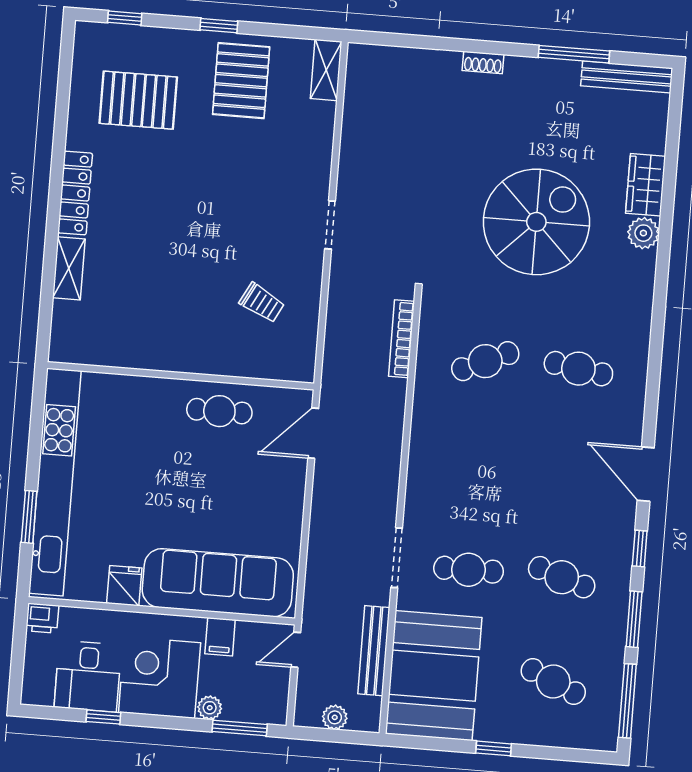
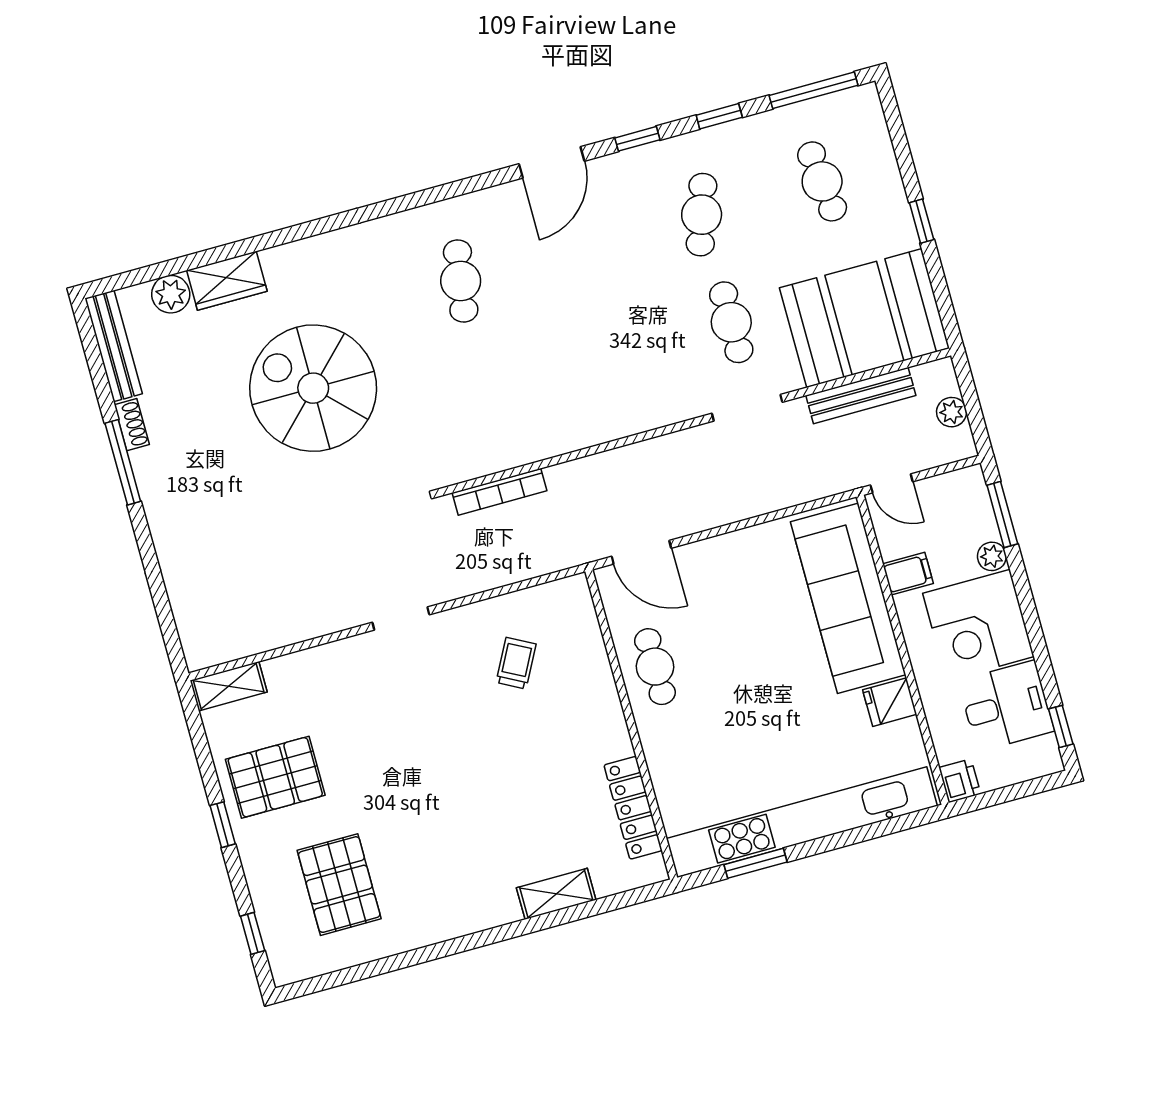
window: (574, 54) -> (123, 462), moved
shoe rack: (483, 62) -> (132, 425), moved
locker: (75, 193) -> (633, 808), moved, turned -90
plant: (643, 233) -> (171, 294), moved
cafe table: (485, 361) -> (490, 389), removed
window: (29, 517) -> (756, 863), moved
window: (634, 619) -> (719, 116), width x0.67
cafe table: (553, 682) -> (822, 181), turned -30
window: (103, 717) -> (1061, 726), moved

